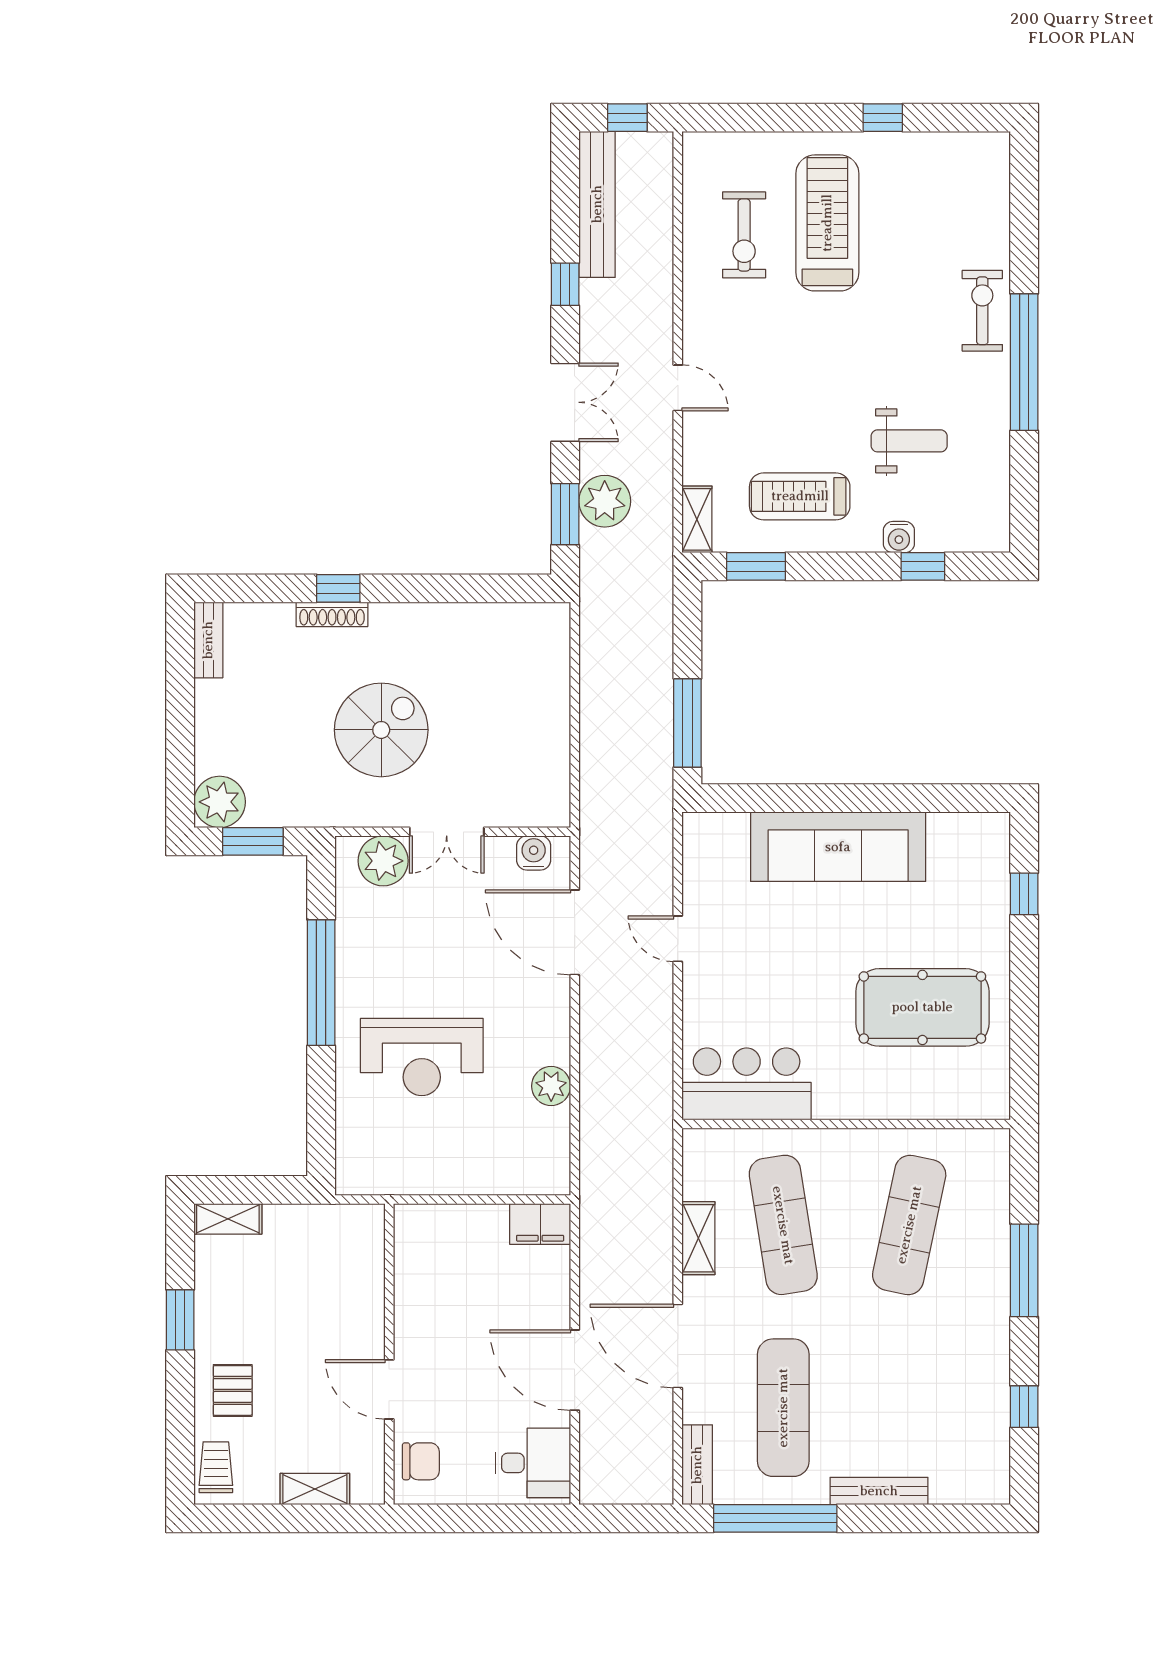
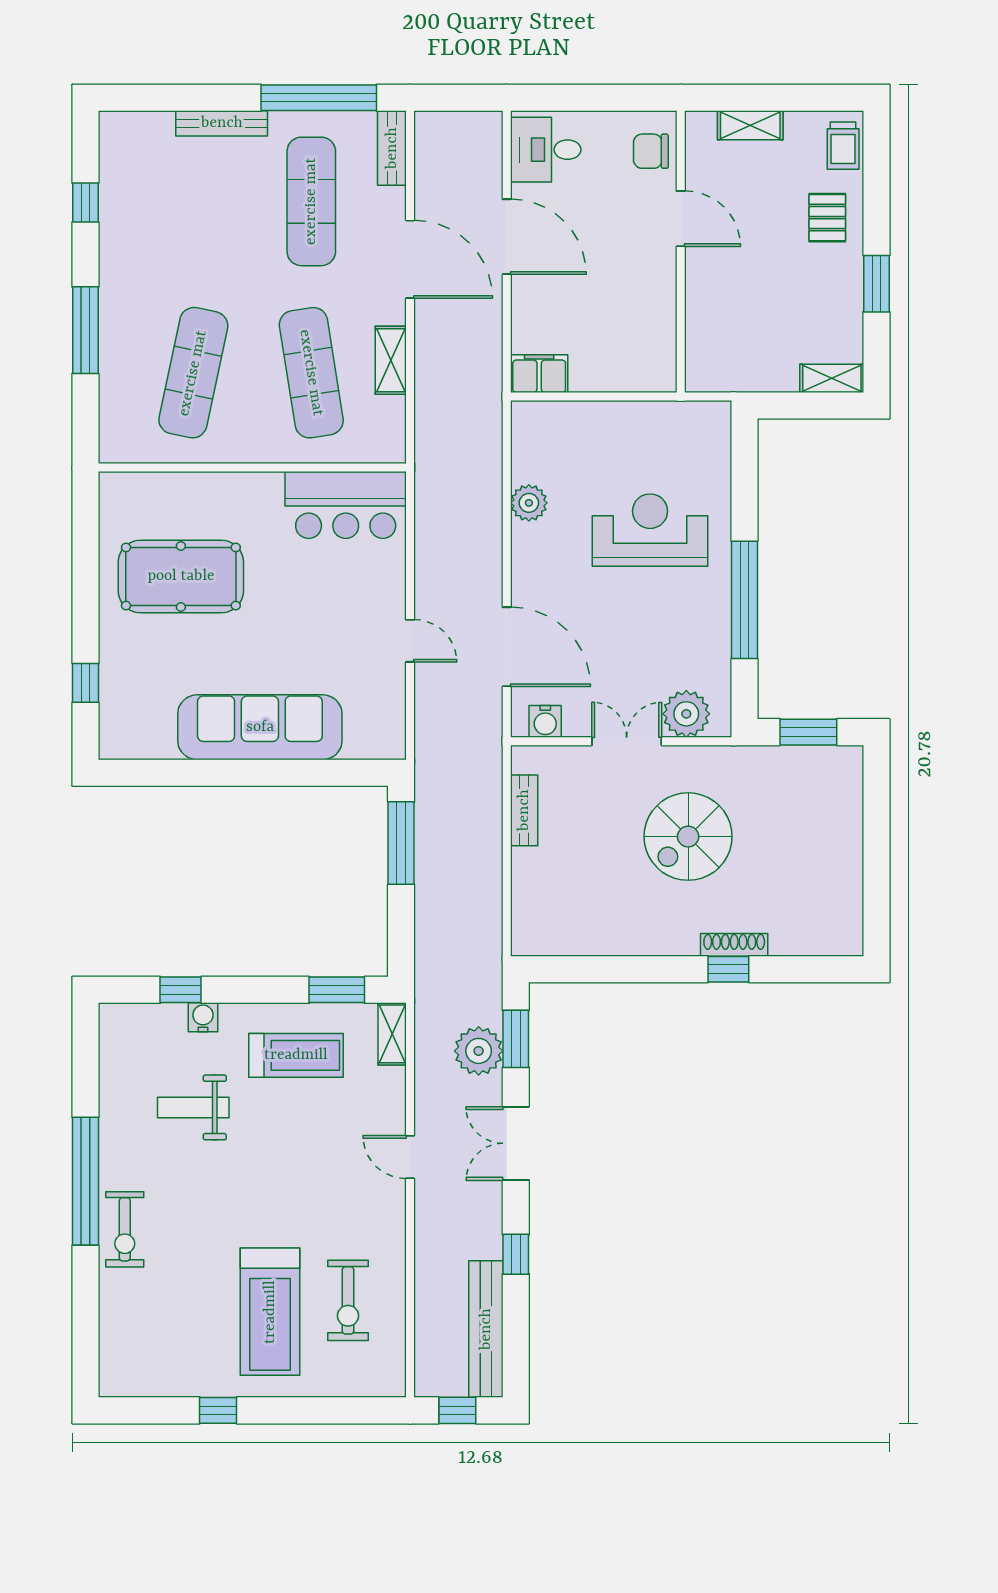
exercise bike: (744, 235) -> (348, 1300), turned 180
bench: (208, 640) -> (524, 810), moved
plant: (220, 802) -> (839, 769), removed

